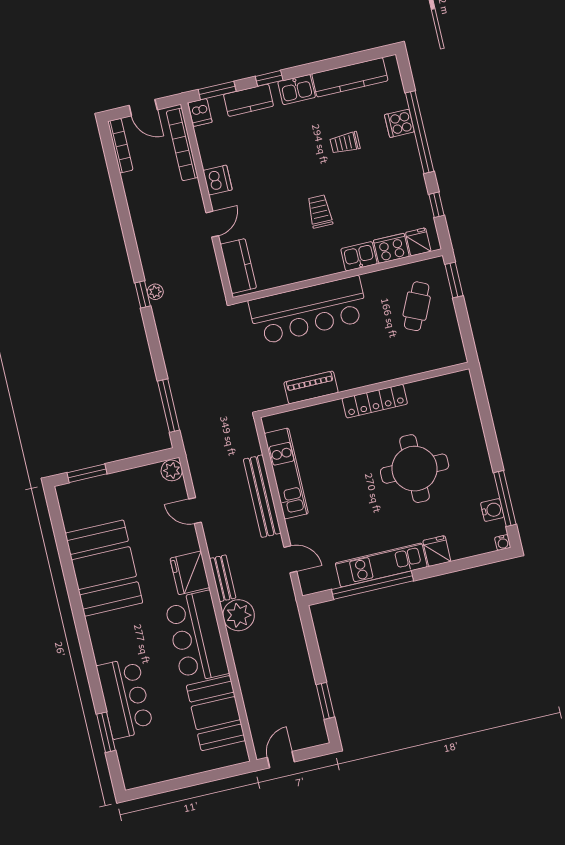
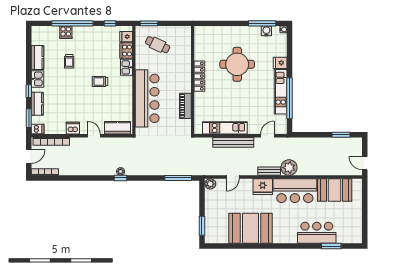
kitchen counter: (350, 77) -> (37, 58), width x0.67

